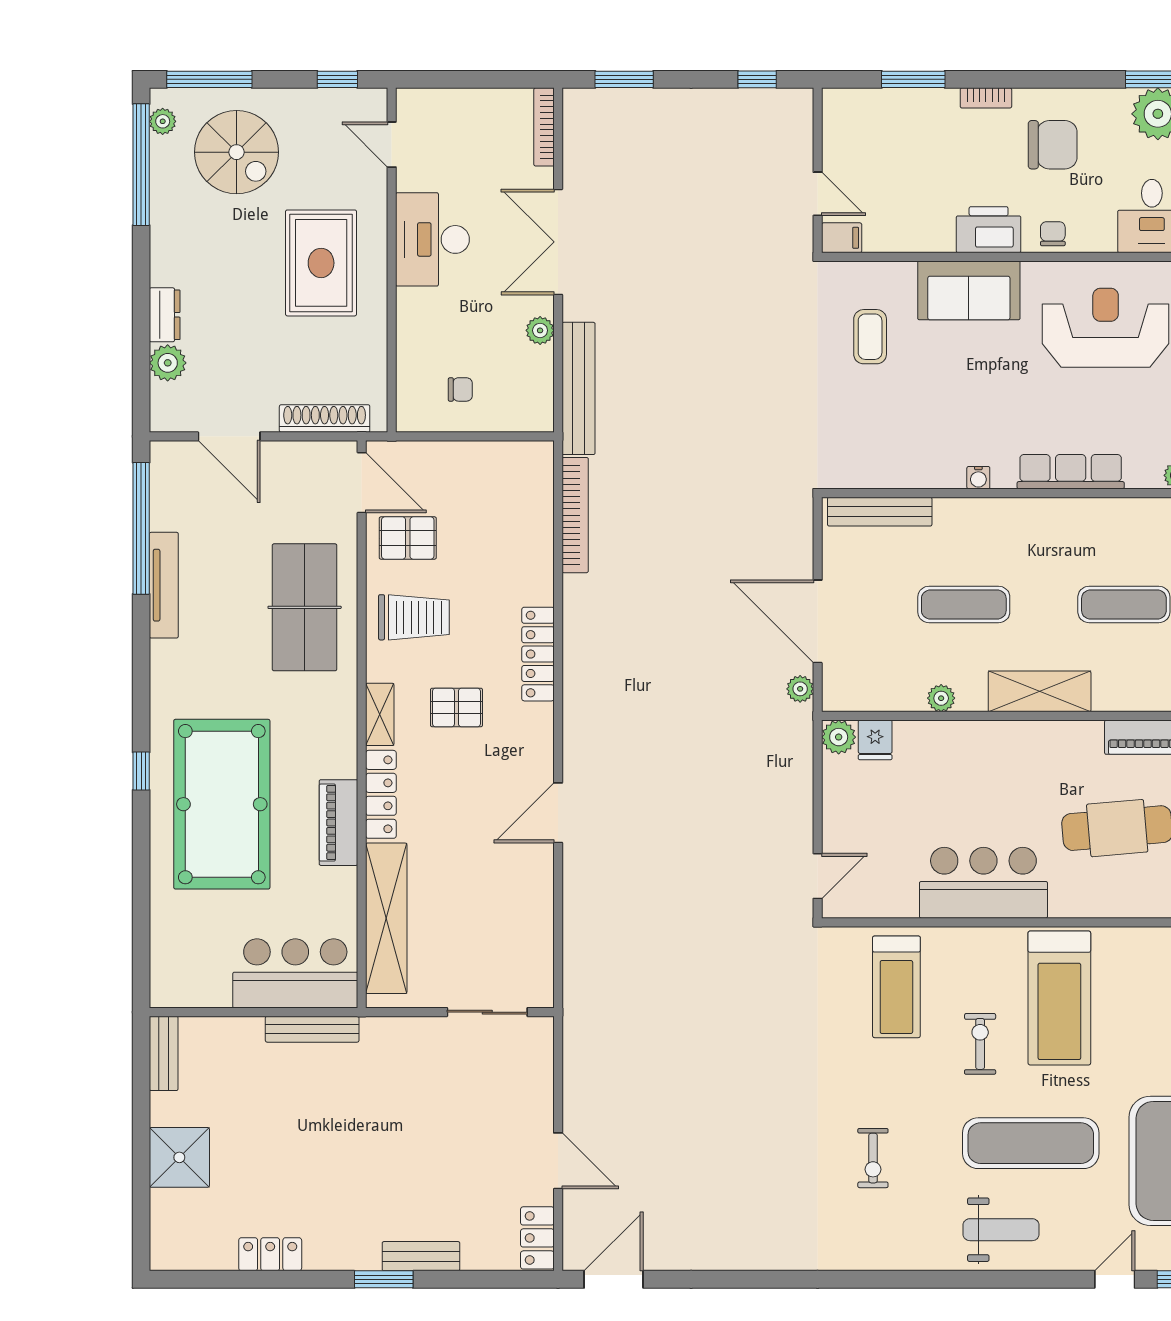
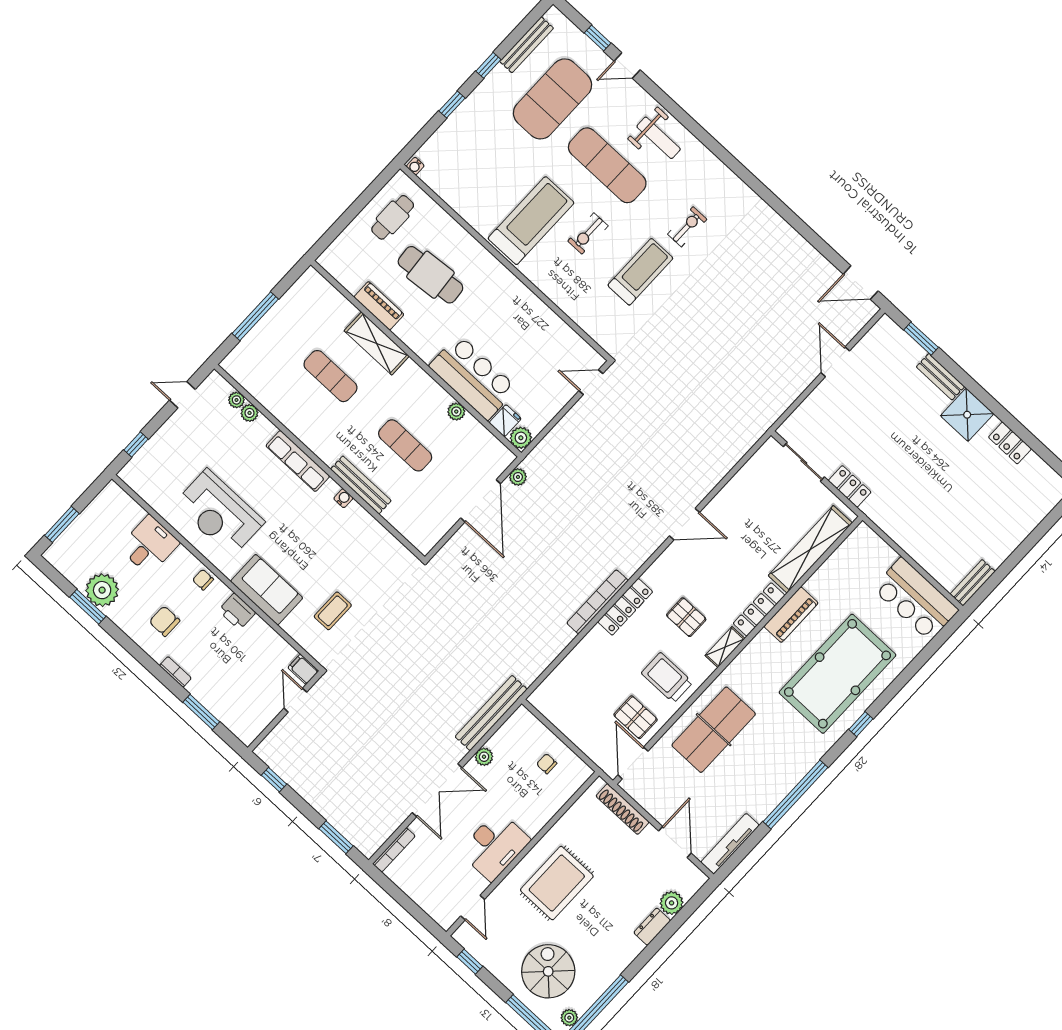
chair: (1053, 145) -> (165, 621), width x0.73, depth x0.73
printer: (989, 230) -> (237, 611), width x0.73, depth x0.84
chair: (1053, 234) -> (203, 580), turned 90
bench: (880, 512) -> (361, 485), moved
bookcase: (575, 515) -> (597, 602), moved
window: (141, 528) -> (795, 795), moved
tv unit: (164, 585) -> (730, 844), moved
shelving: (1040, 691) -> (377, 343), moved
bar counter: (983, 883) -> (473, 377), moved, turned 180
bar counter: (295, 973) -> (915, 599), moved
treadmill: (896, 987) -> (640, 272), moved
bench: (312, 1029) -> (893, 530), removed
shower: (179, 1157) -> (967, 415), moved
weight bench: (1001, 1230) -> (659, 138), turned 180
locker: (537, 1238) -> (850, 486), moved, turned -90
window: (384, 1279) -> (921, 339), moved

